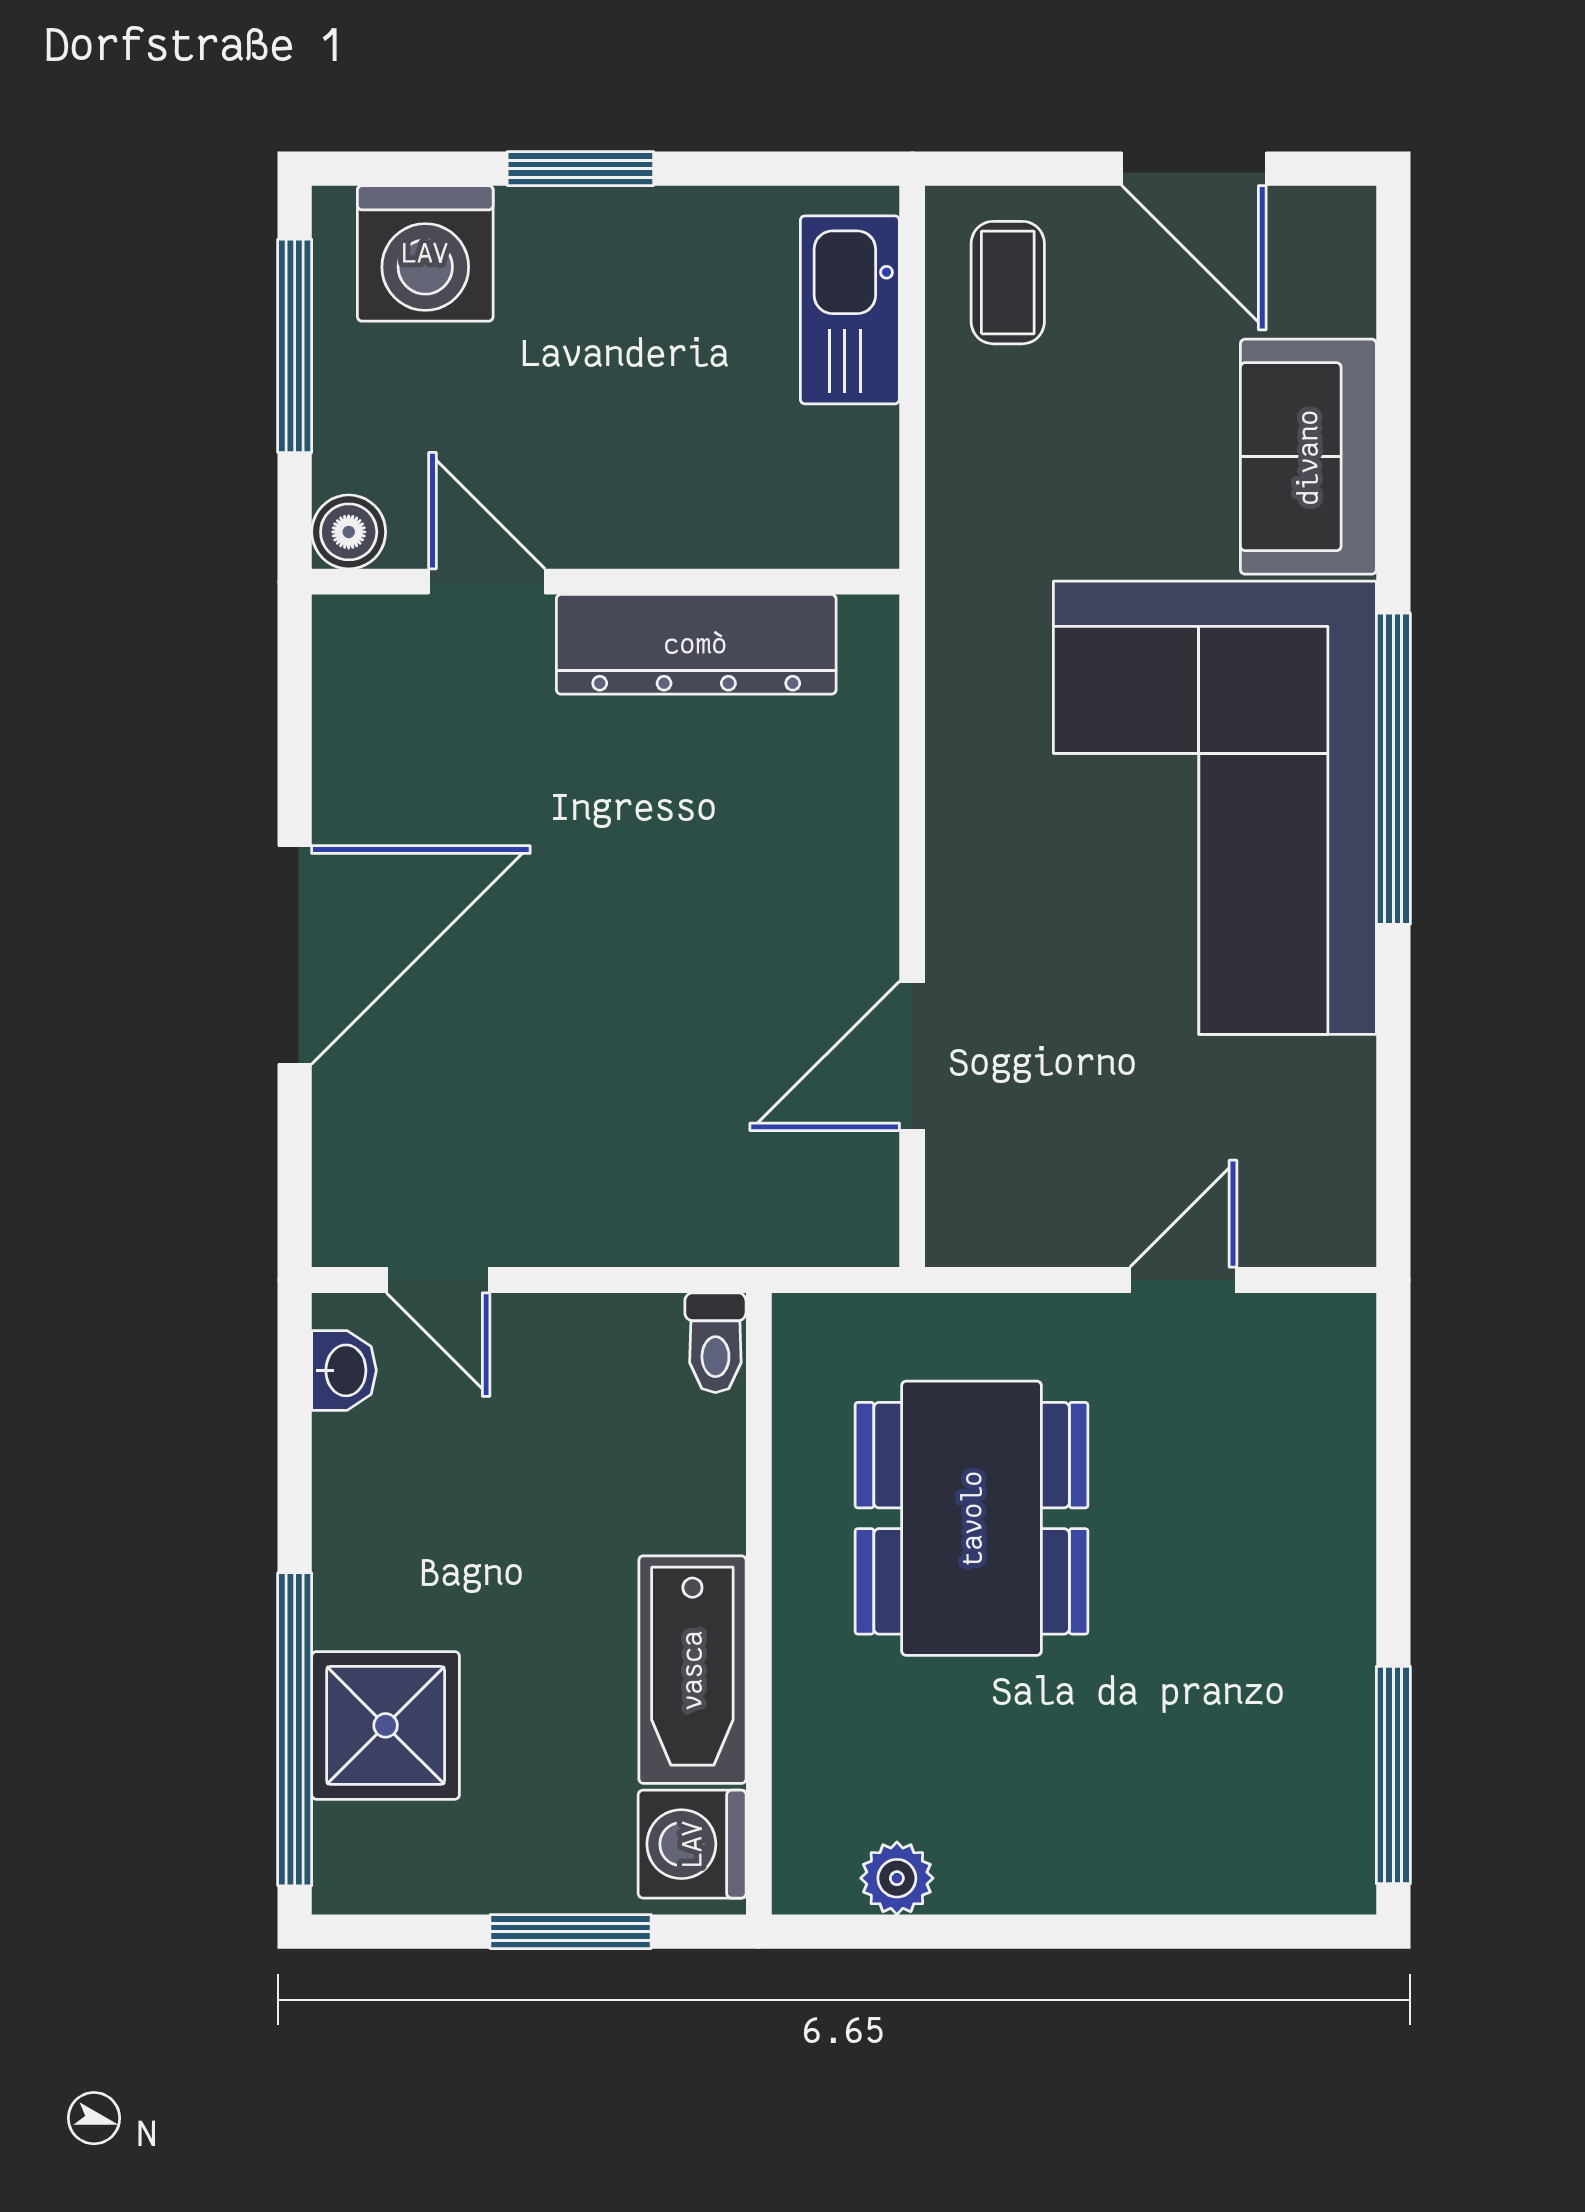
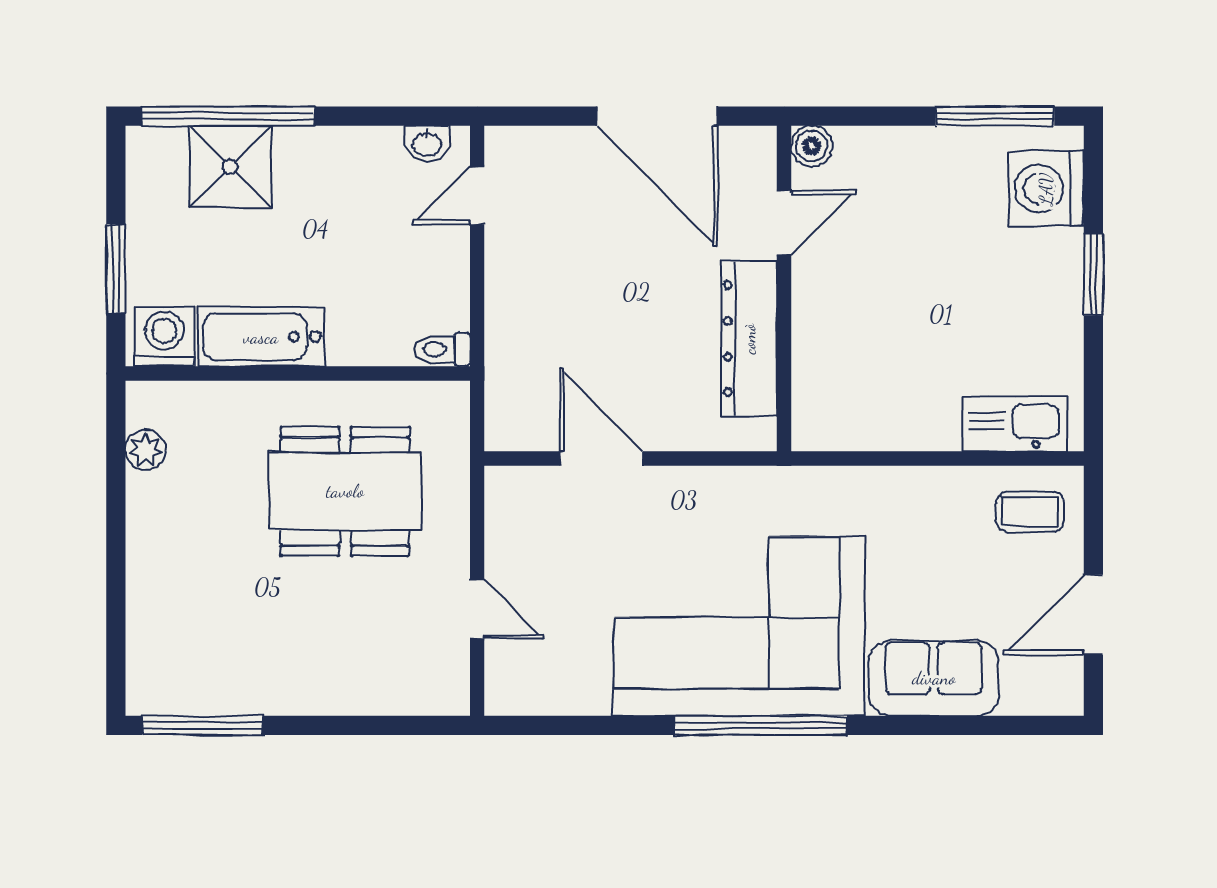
boiler: (349, 532) -> (812, 146), moved
door: (487, 582) -> (784, 223), moved
wall: (606, 582) -> (784, 289), moved
dresser: (696, 644) -> (749, 339), moved

